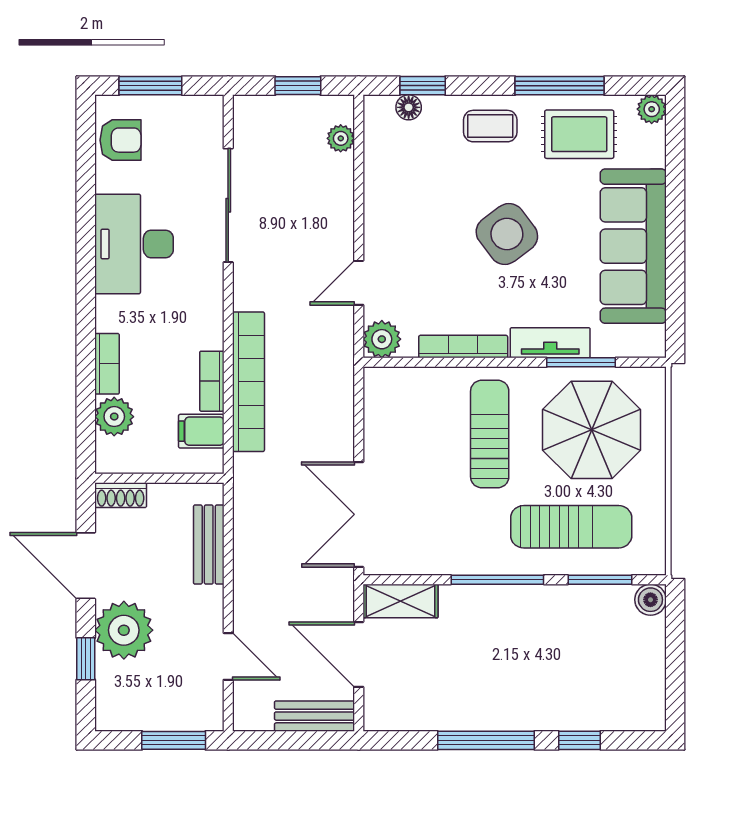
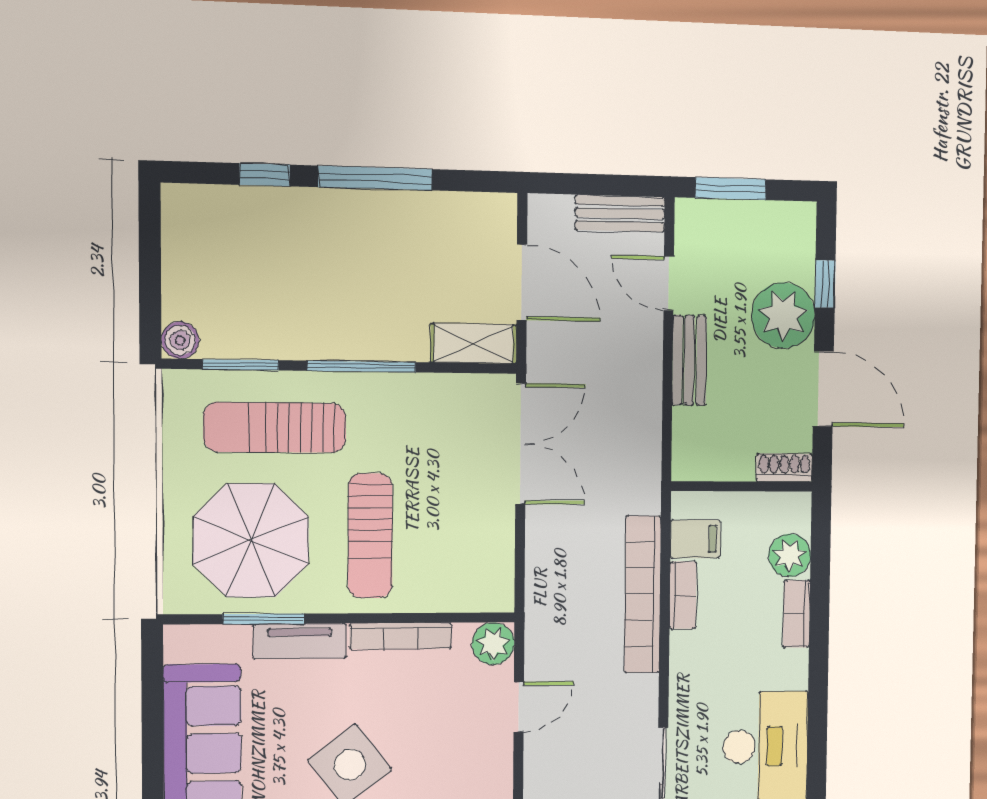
bench: (209, 545) -> (689, 360), moved
bench: (314, 716) -> (620, 213), moved

